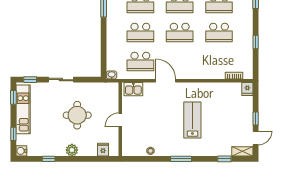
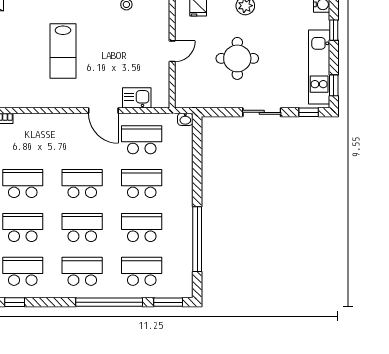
kitchen sink: (133, 89) -> (137, 98), moved

